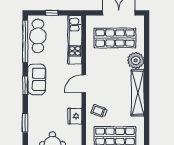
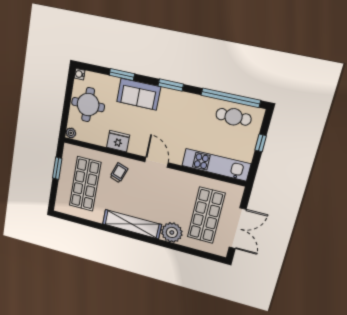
cafe table: (38, 36) -> (234, 117), width x0.73, depth x0.74
sofa: (37, 79) -> (139, 94), moved

